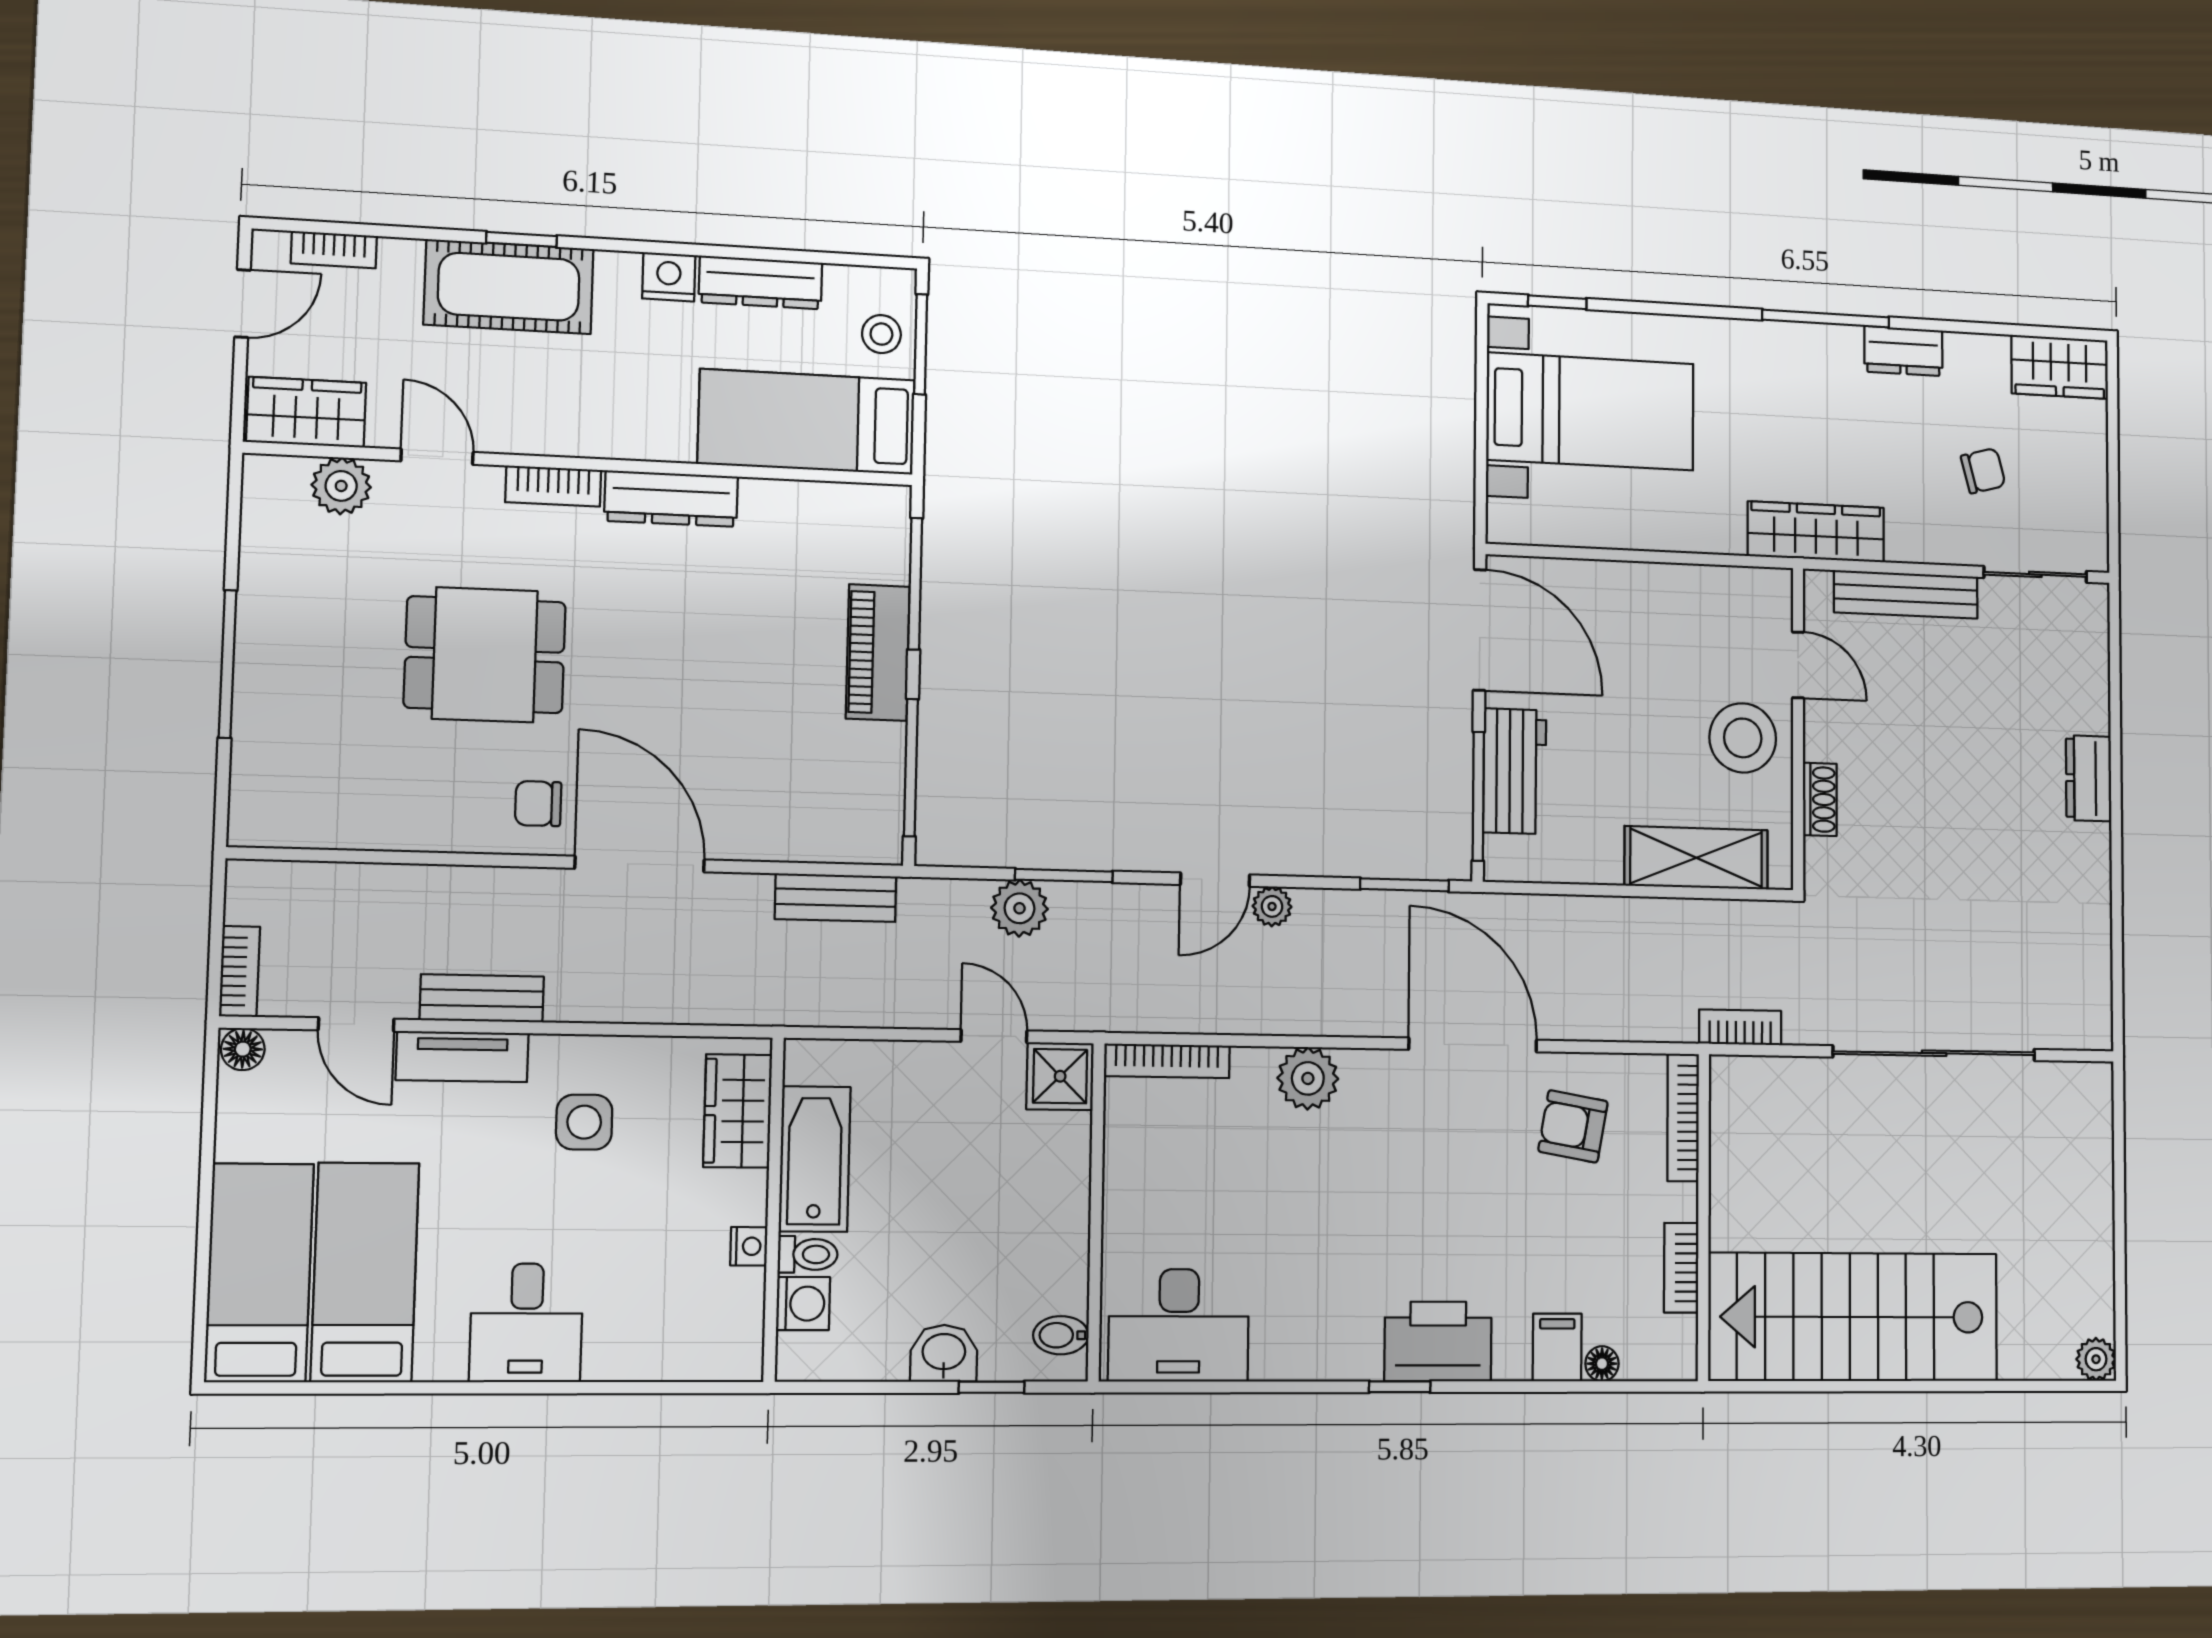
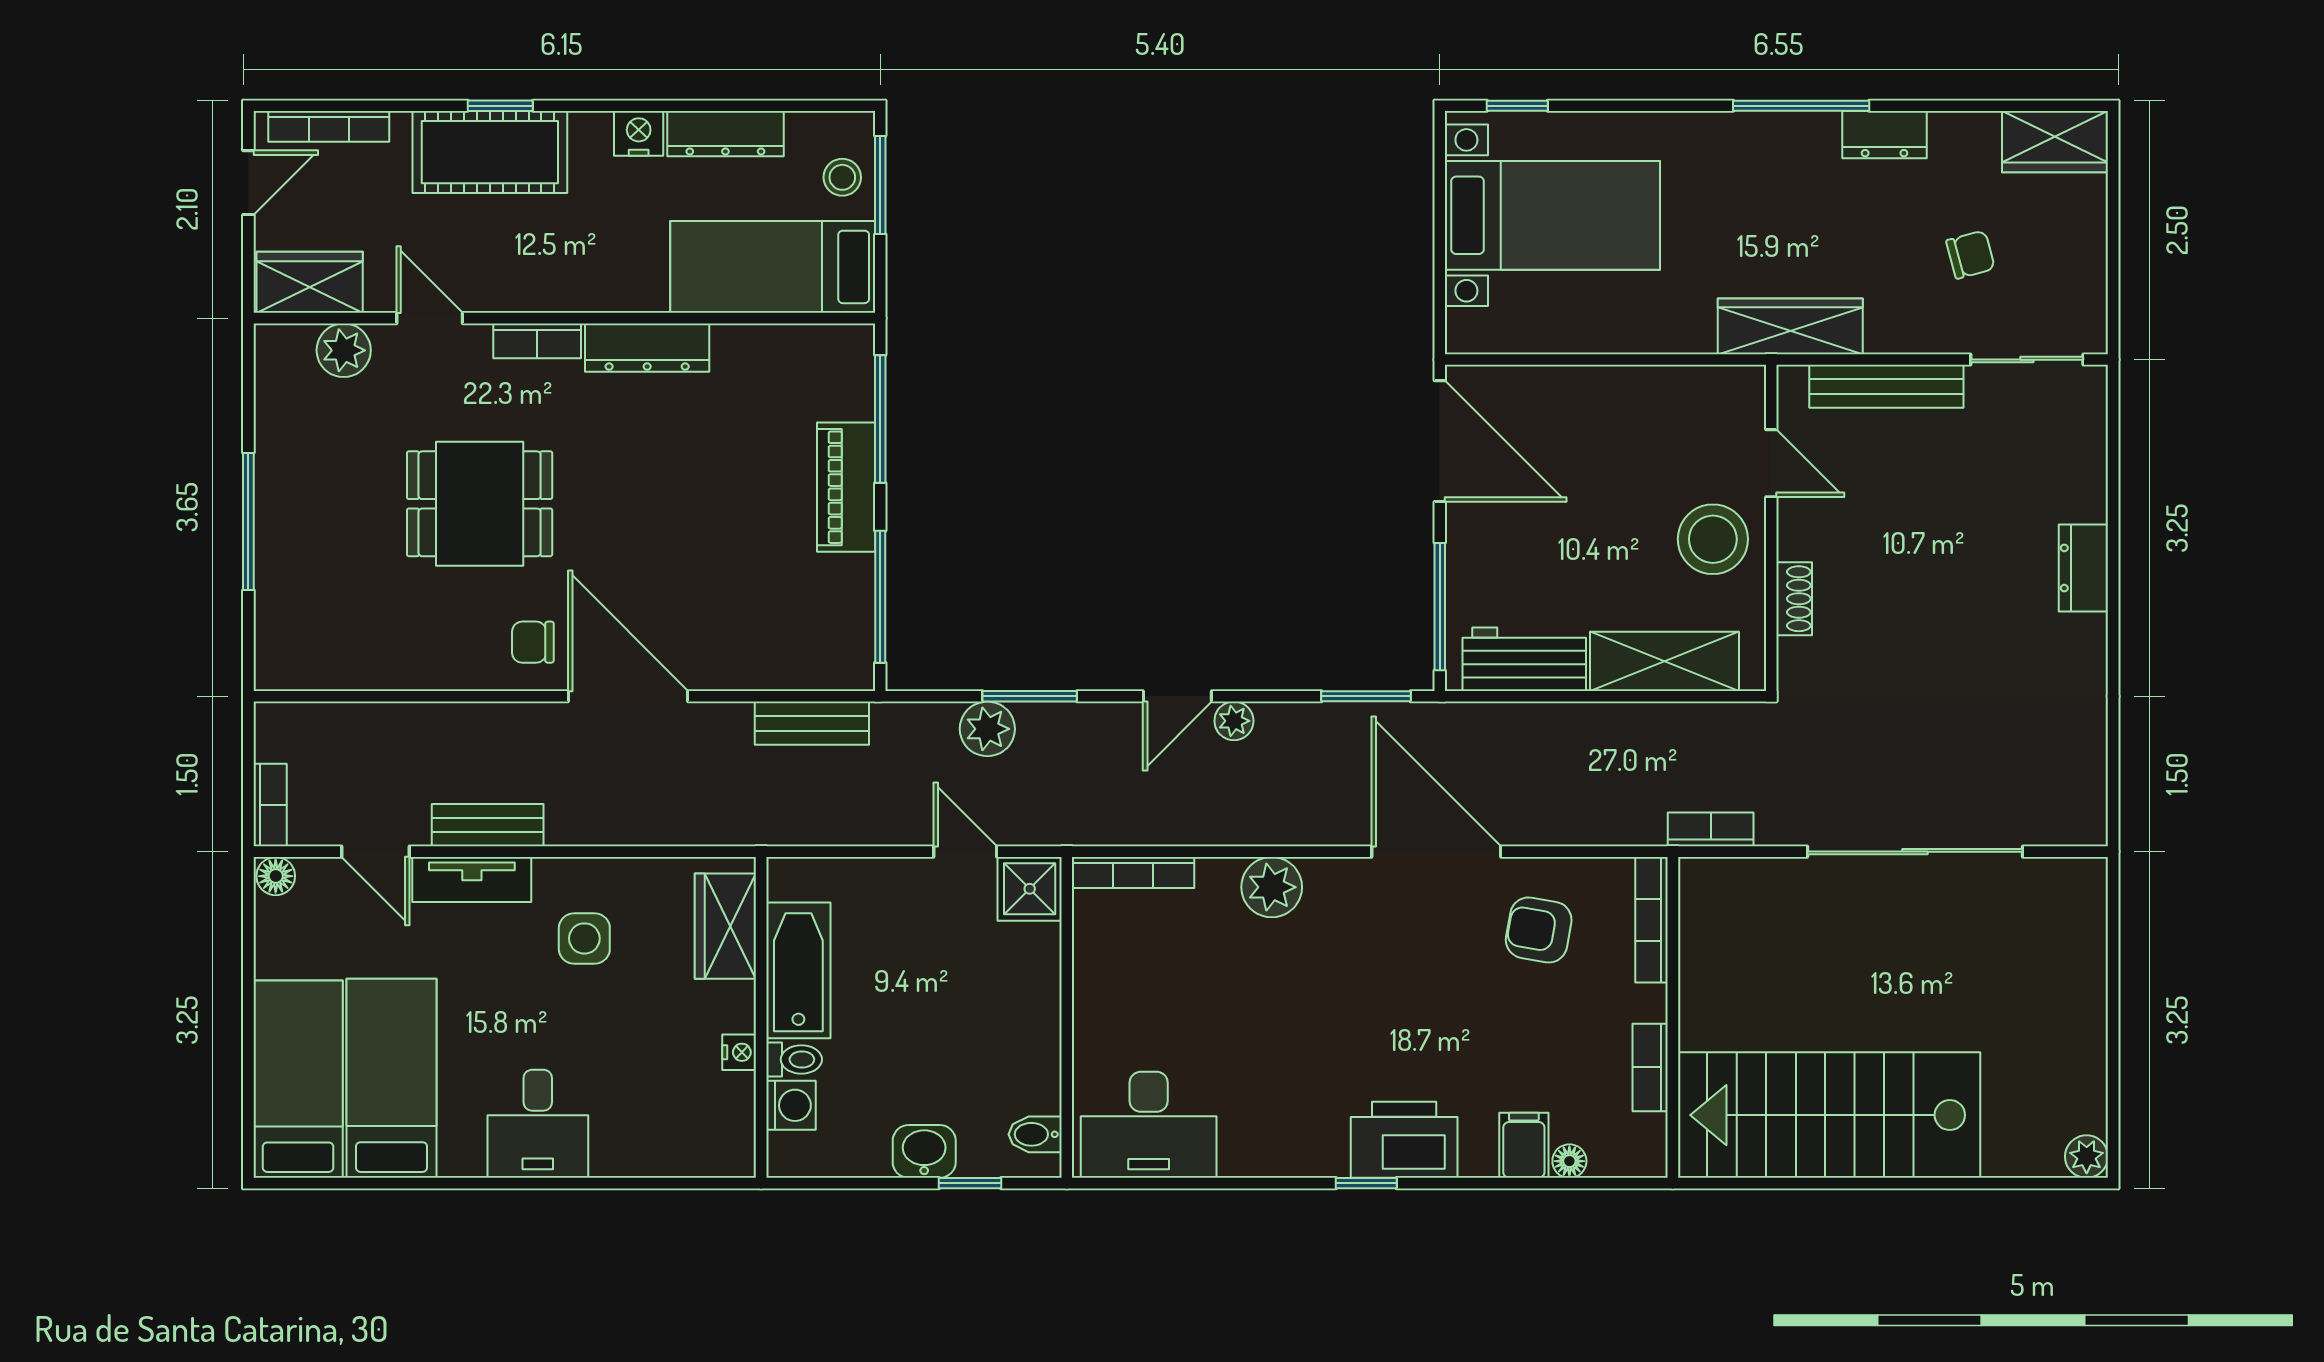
bookcase: (334, 250) -> (329, 126), width x1.56
workbench: (1515, 771) -> (1524, 659), moved, turned -90

